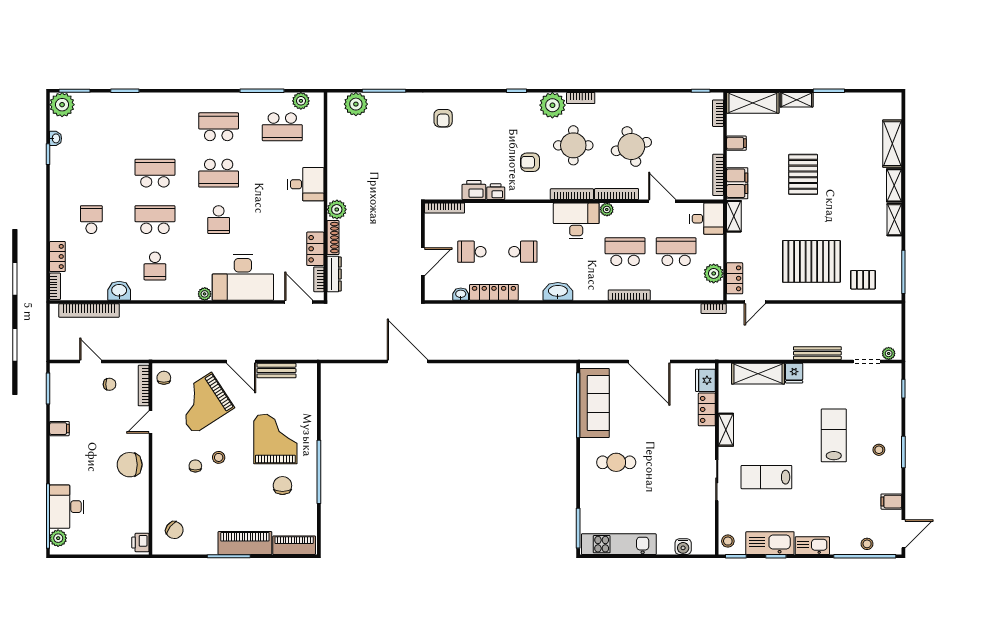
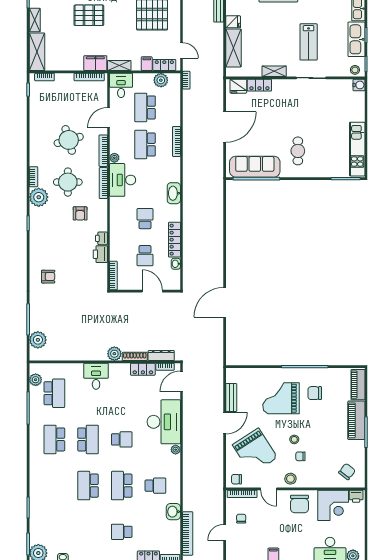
filing cabinet: (736, 143) -> (147, 64), moved
stool: (165, 452) -> (290, 479), added
corner desk: (128, 511) -> (333, 505), added
water cooler: (683, 547) -> (359, 85), moved

